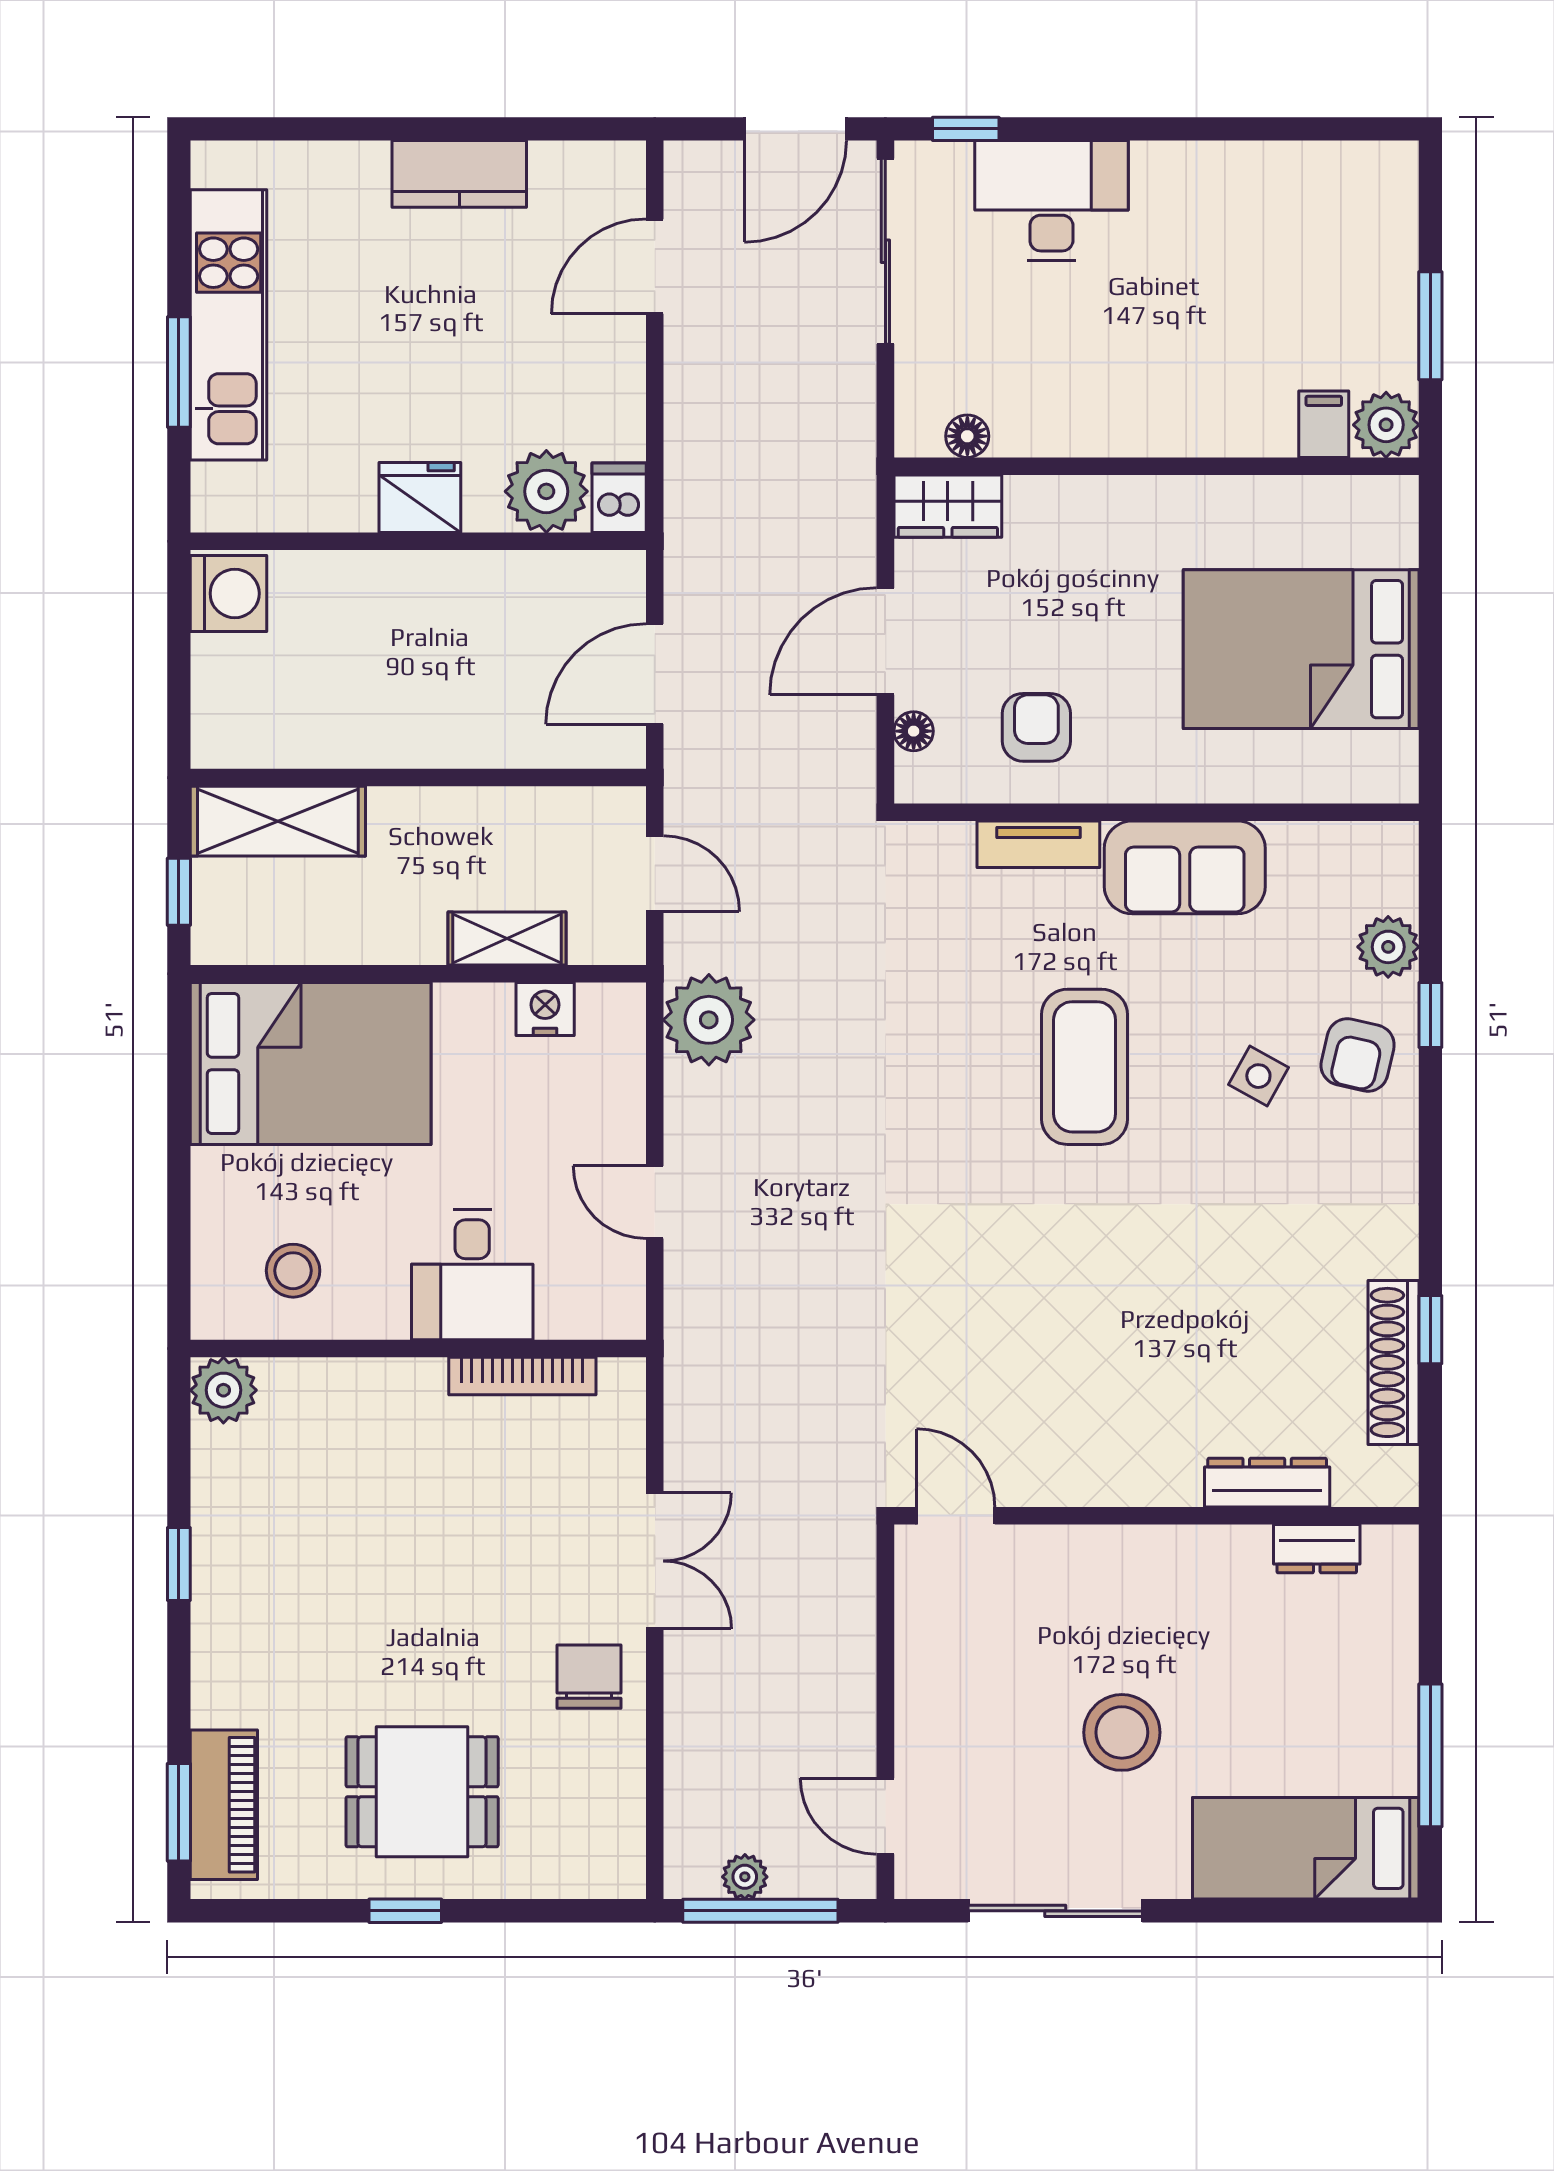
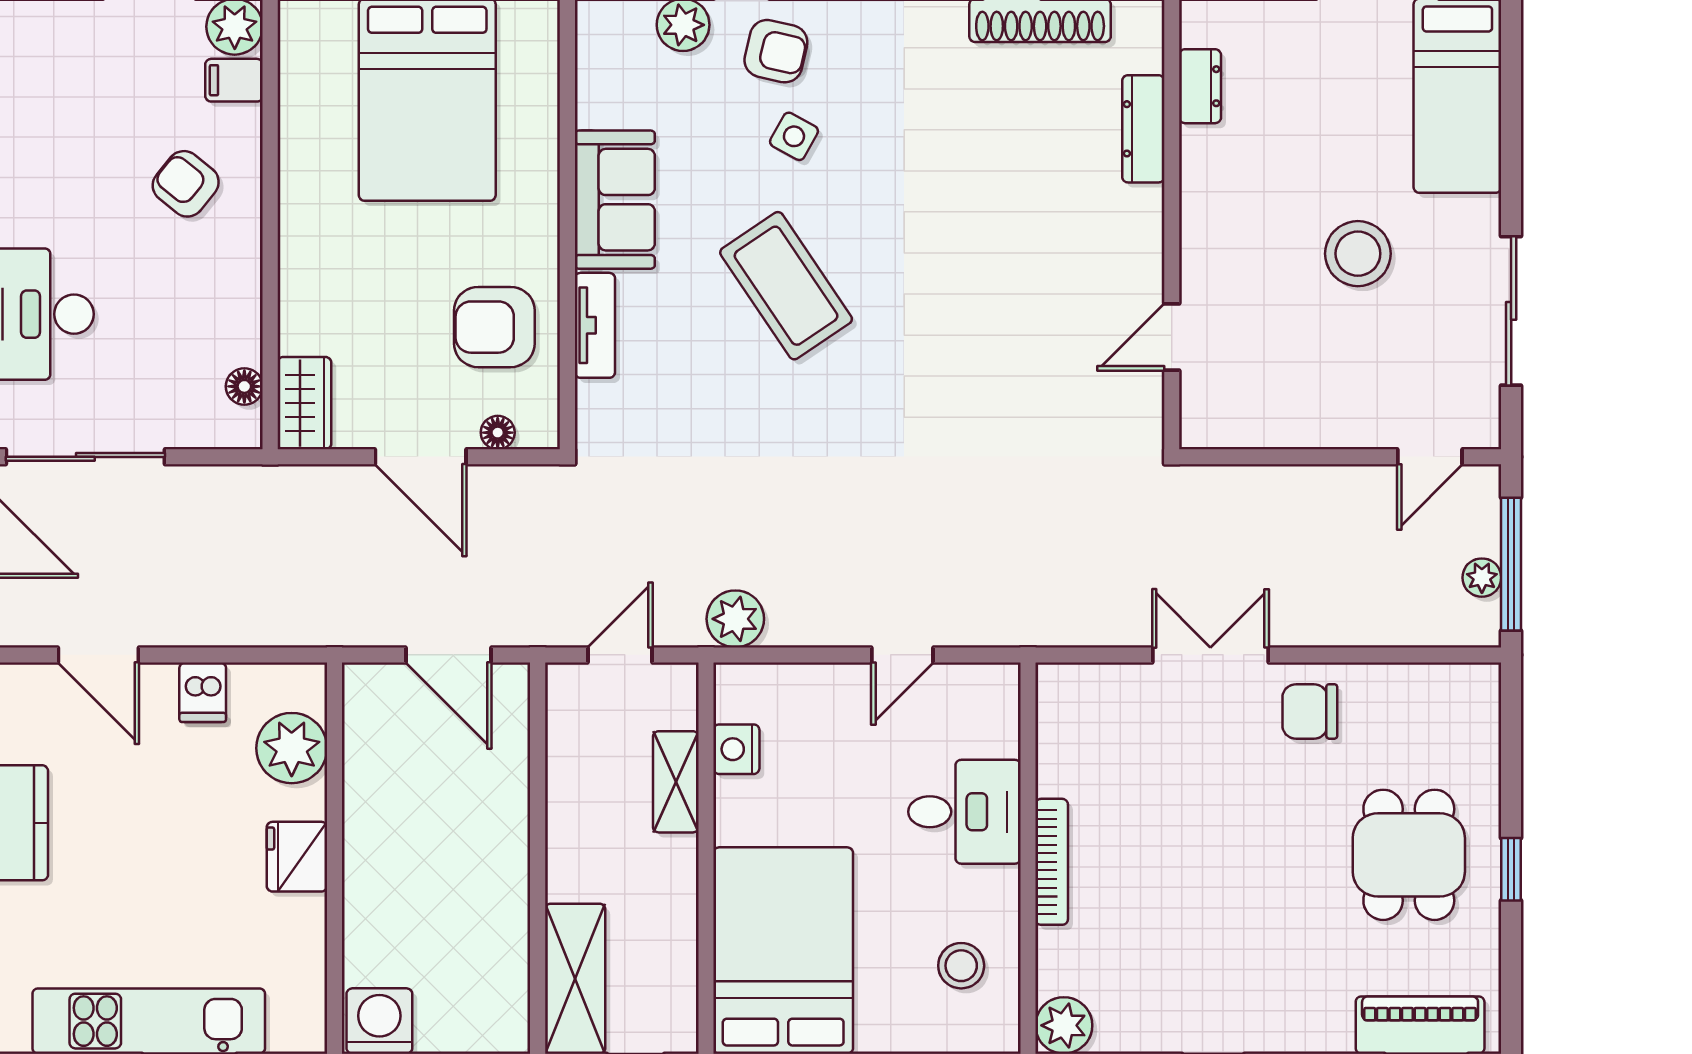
armchair: (1203, 368) -> (186, 184), added
dishwasher: (619, 498) -> (203, 692), moved, turned -90
armchair: (1036, 727) -> (494, 327), width x1.38, depth x1.38
plant: (709, 1020) -> (735, 619), width x0.73, depth x0.73
coffee table: (1085, 1067) -> (786, 286), turned 56
bookcase: (522, 1376) -> (1052, 862), moved
door: (956, 1516) -> (1172, 337), moved

